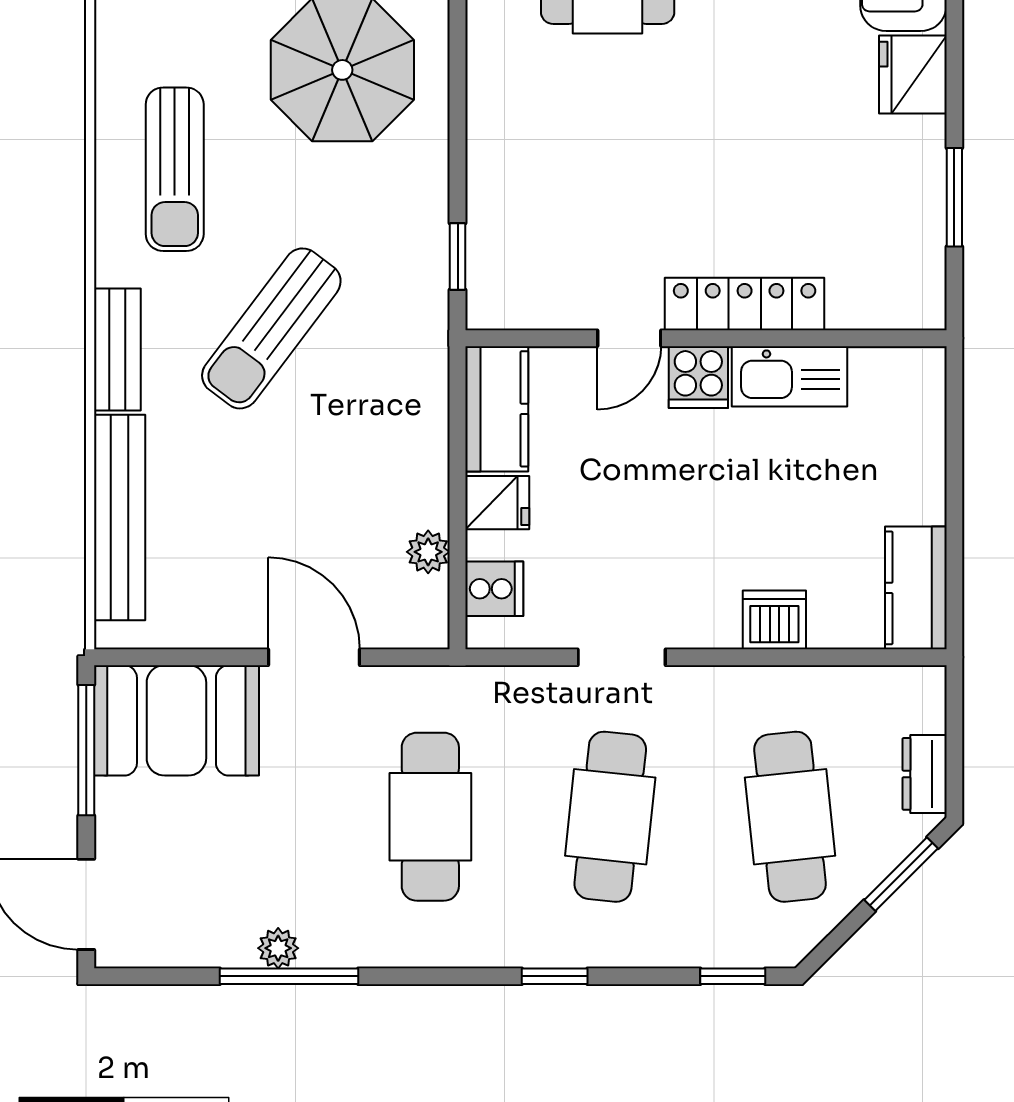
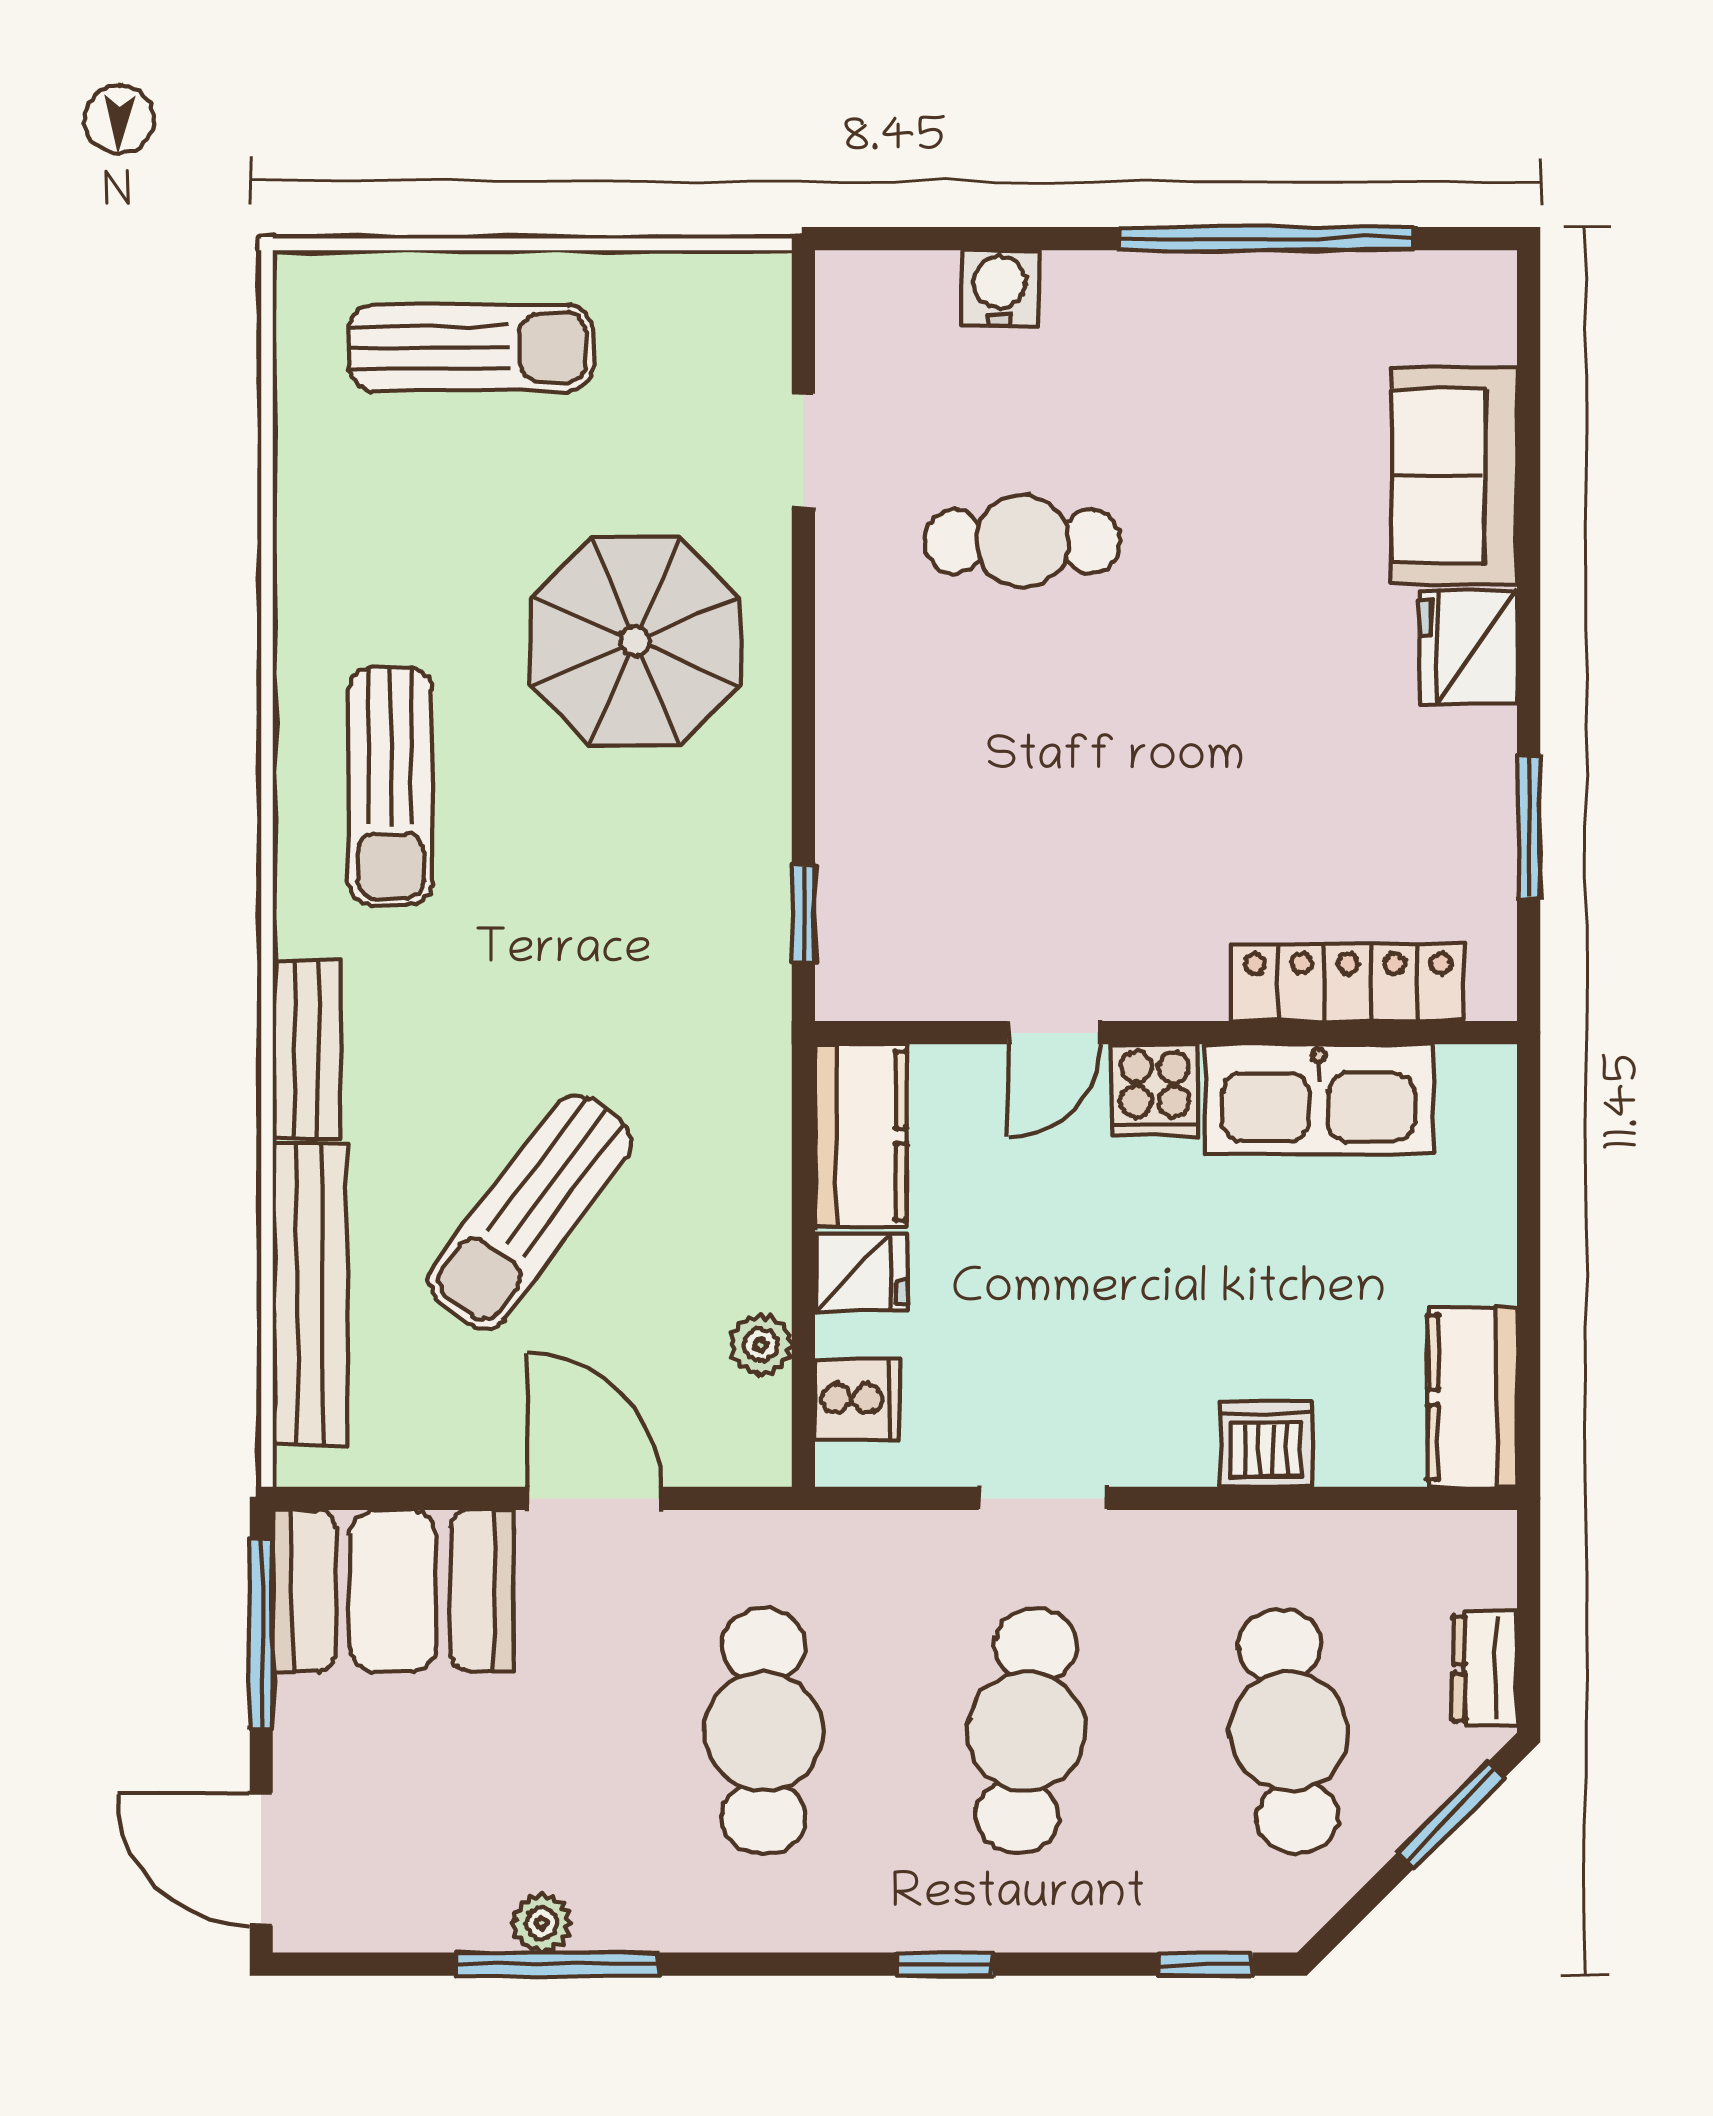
locker: (745, 304) -> (1348, 983), moved
sun lounger: (271, 328) -> (530, 1212), moved
kitchen sink: (789, 376) -> (1319, 1099), width x1.36, depth x1.24

